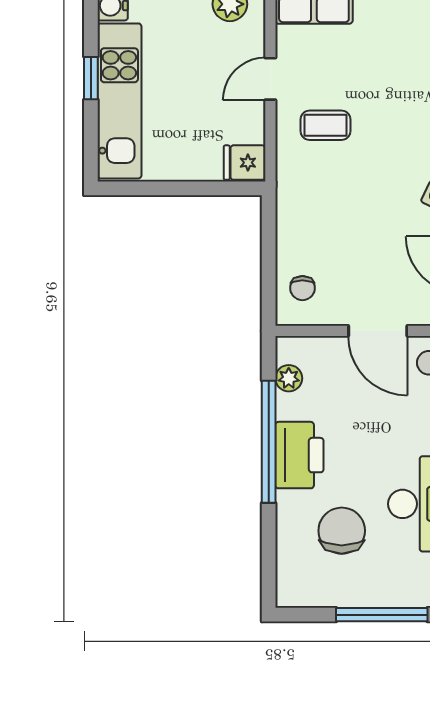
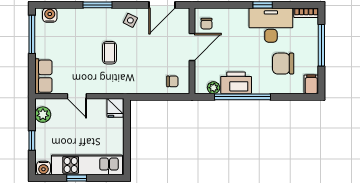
coffee table: (325, 125) -> (109, 53), moved
printer: (299, 455) -> (236, 83), moved
filing cabinet: (296, 592) -> (311, 84), added

